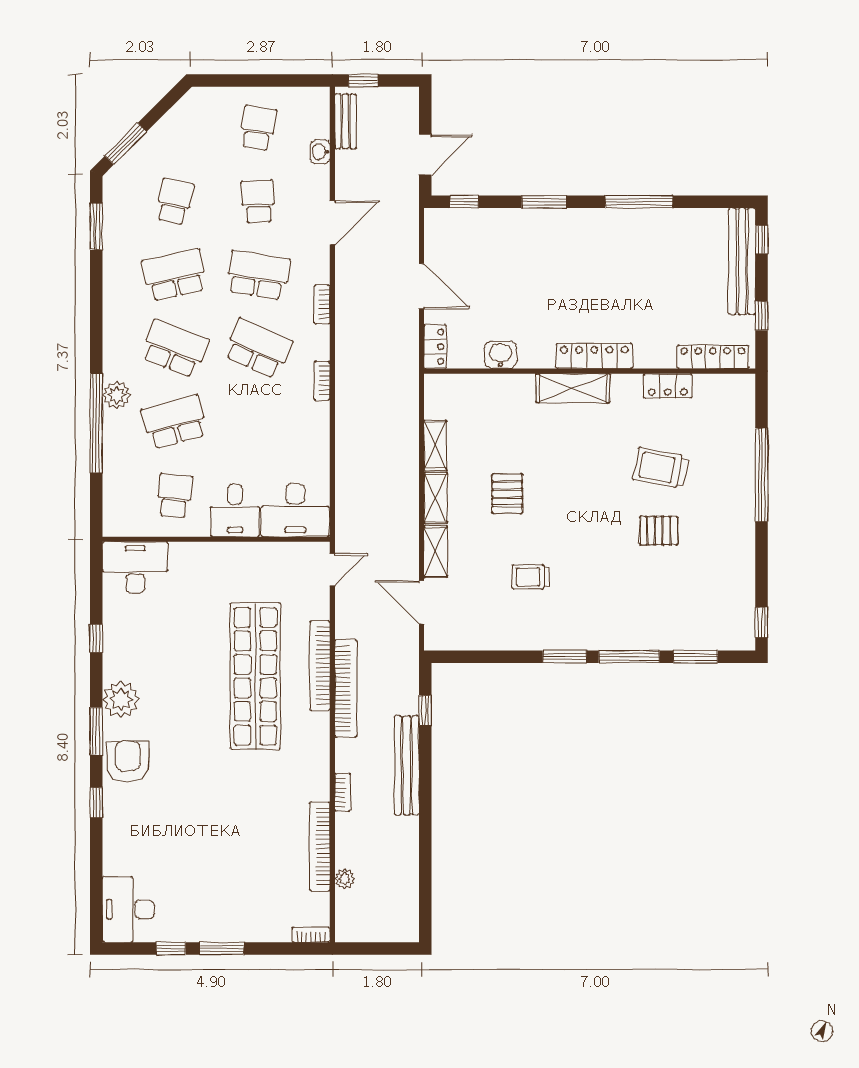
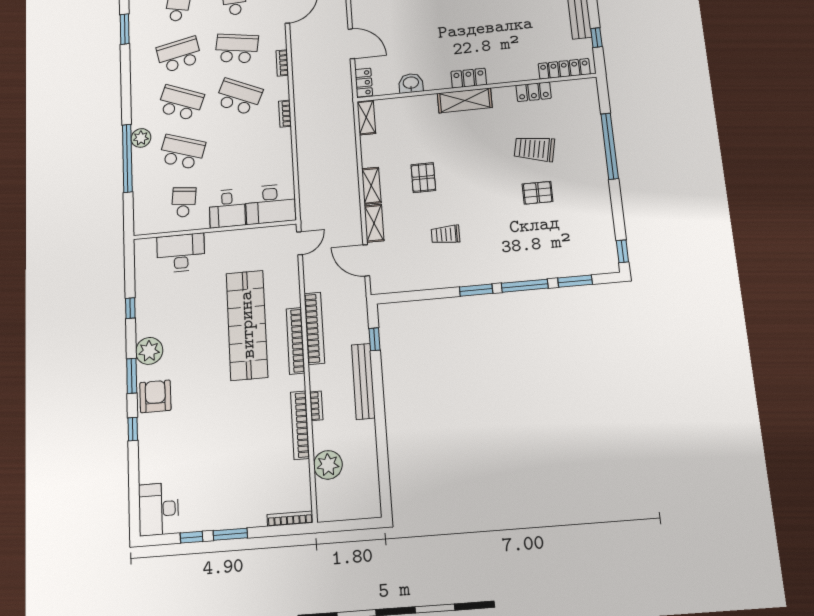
locker: (594, 356) -> (469, 78), width x0.66
school desk: (175, 422) -> (182, 152), turned 33
shelving: (435, 445) -> (366, 117), moved
desk: (135, 567) -> (181, 253), moved
bookcase: (320, 666) -> (296, 341), moved
bookcase: (320, 846) -> (300, 425), moved
plant: (345, 879) -> (328, 465), width x1.88, depth x1.88
bookcase: (311, 935) -> (290, 519), width x1.56

